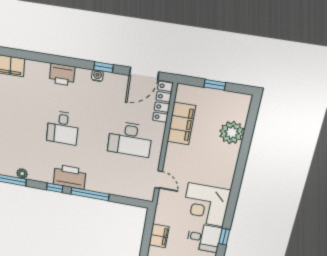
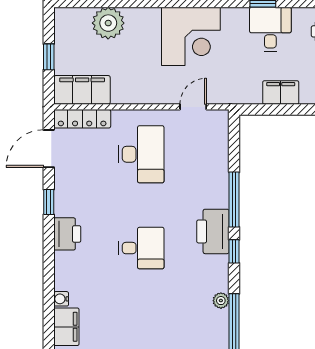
door: (144, 74) -> (49, 149), swing flipped
printer: (62, 75) -> (67, 234), moved
water cooler: (97, 76) -> (61, 299), moved
filing cabinet: (181, 124) -> (82, 90), moved
corner desk: (206, 205) -> (191, 36), moved

